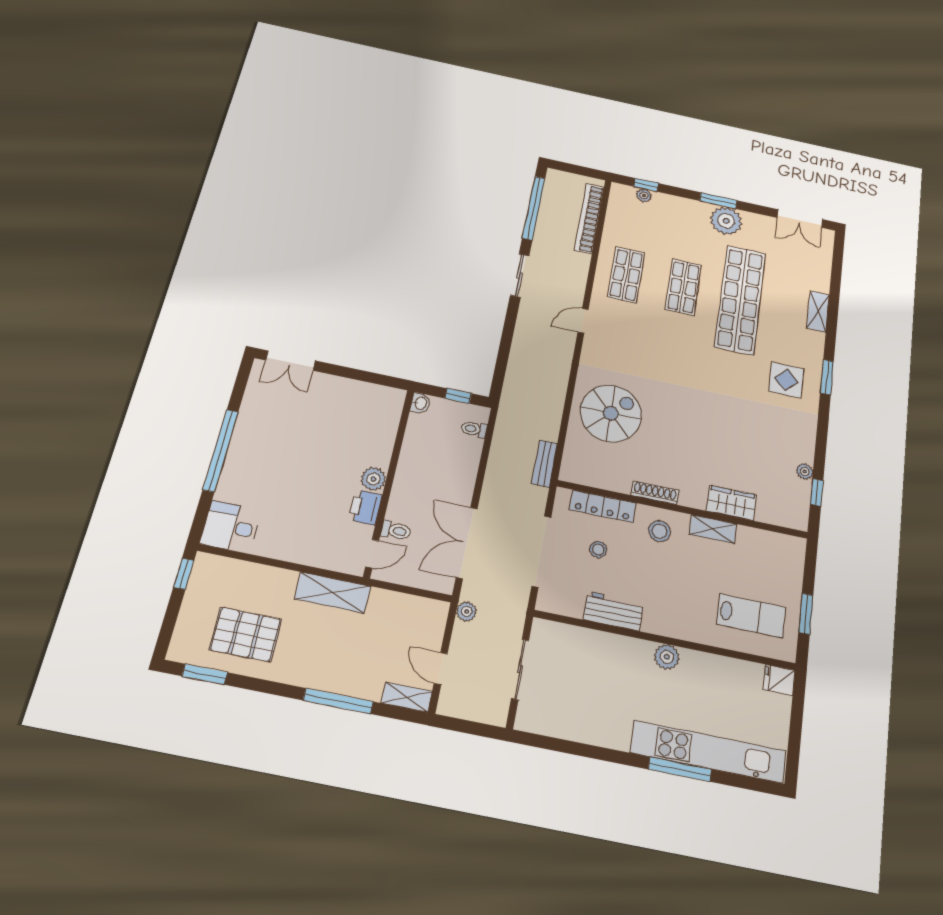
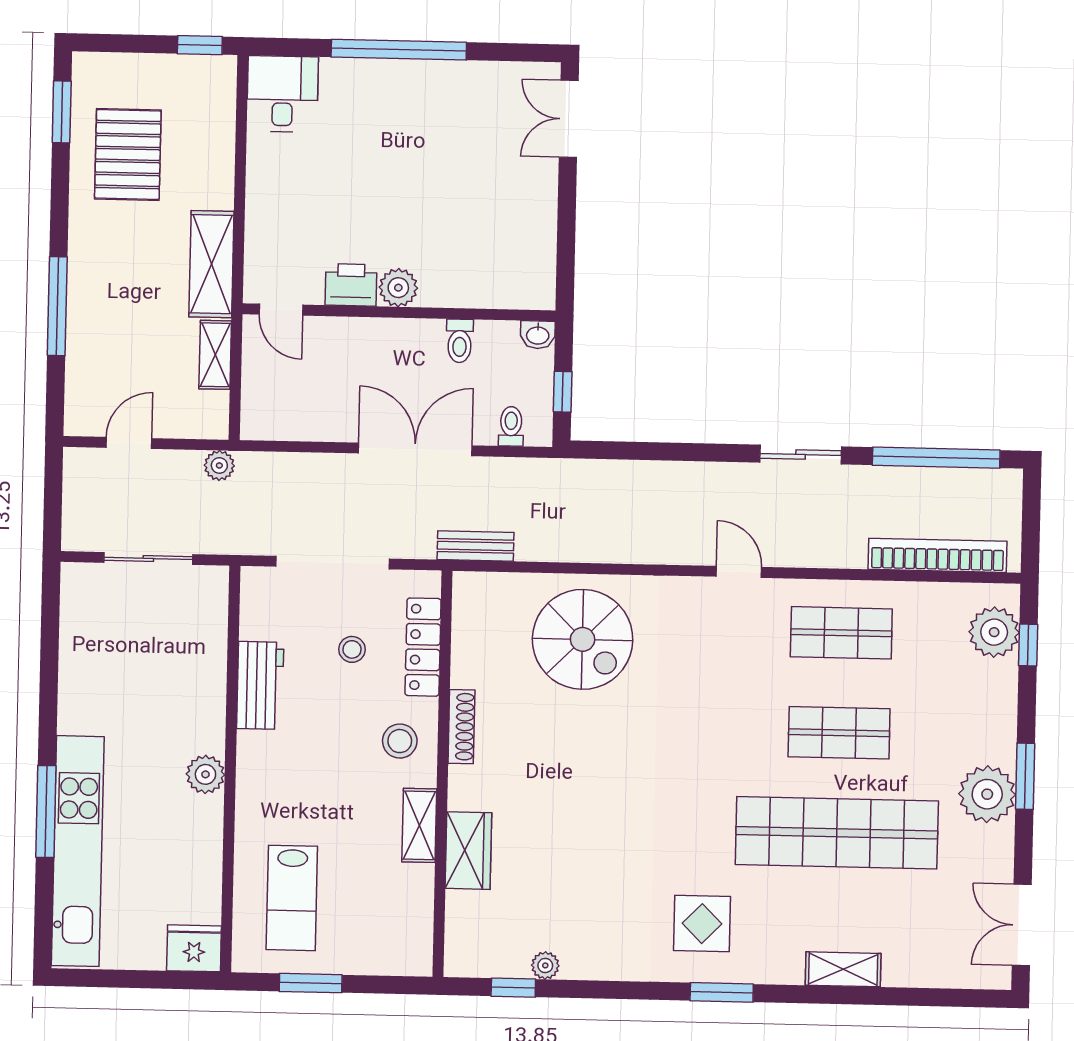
plant: (644, 195) -> (994, 632), width x1.87, depth x1.87
toilet: (396, 531) -> (460, 341), moved
double door: (467, 543) -> (415, 449), moved
fridge: (779, 680) -> (194, 948), width x1.38
shelving: (407, 697) -> (215, 355), moved

